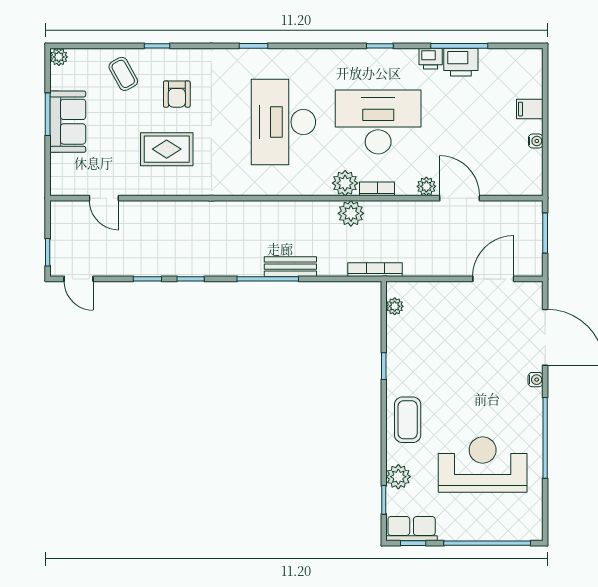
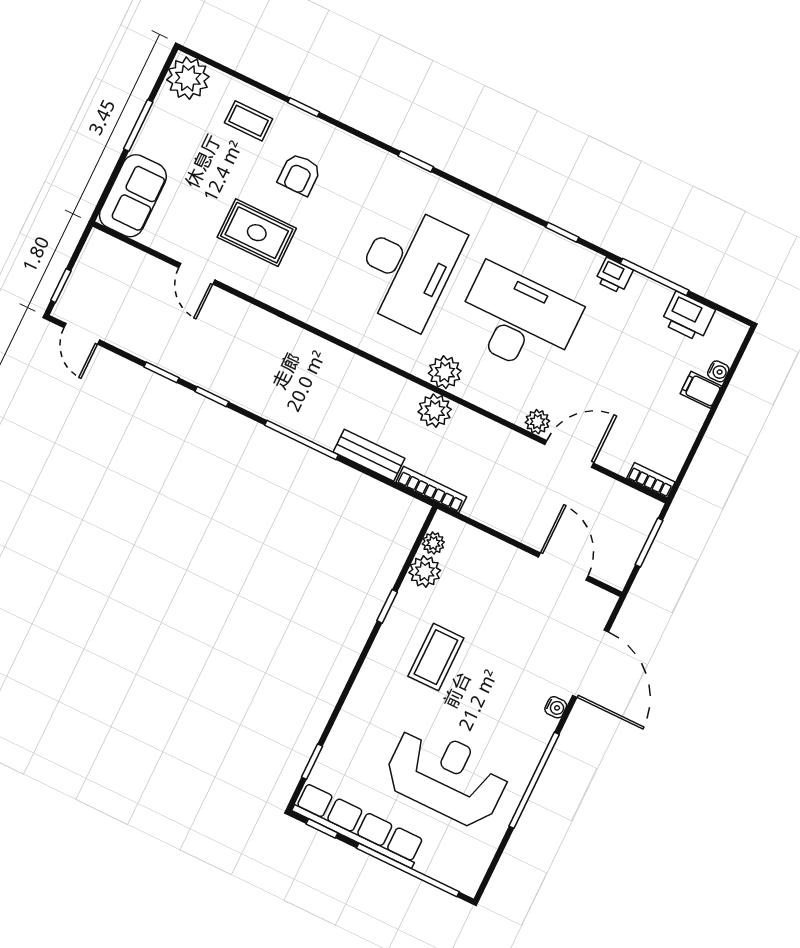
plant: (59, 57) -> (188, 78), width x1.88, depth x1.88
printer: (461, 62) -> (688, 316), moved
coffee table: (123, 74) -> (249, 121), turned -61
sofa: (68, 122) -> (133, 196), moved
desk: (283, 122) -> (408, 267), turned 180
water cooler: (536, 141) -> (718, 371), moved
bookcase: (377, 189) -> (651, 480), moved
door: (104, 198) -> (197, 274), moved
door: (460, 198) -> (569, 454), hinge flipped
bench: (290, 267) -> (369, 455), moved
door: (493, 279) -> (563, 567), hinge flipped
coffee table: (408, 420) -> (436, 657), moved
plant: (398, 477) -> (425, 572), moved
row of seats: (412, 529) -> (358, 825), width x2.02

